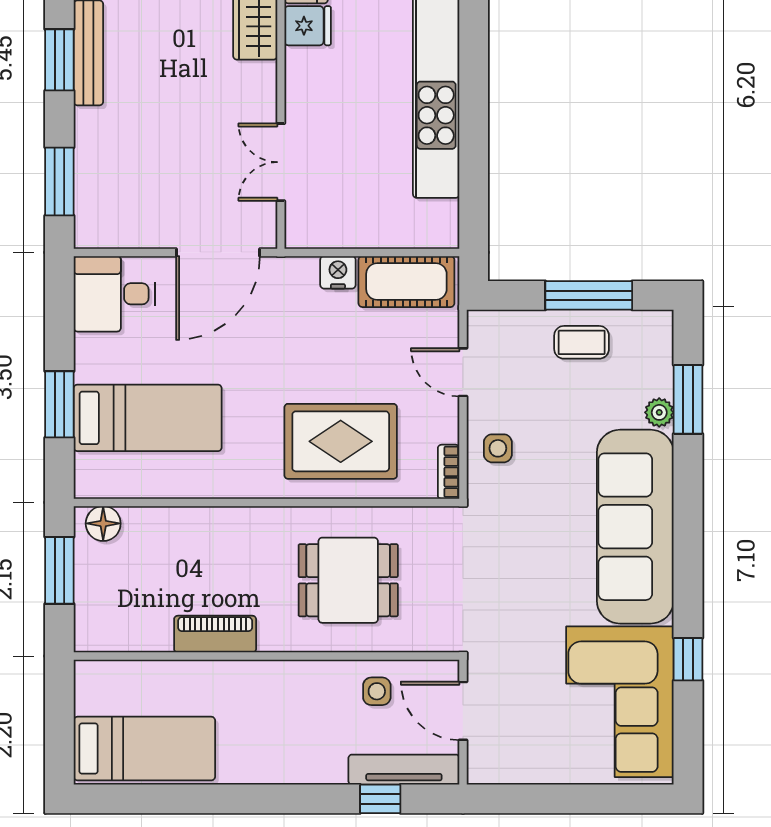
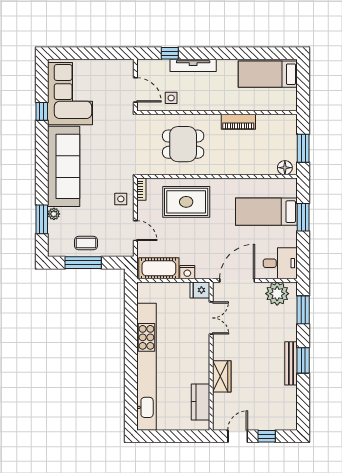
fridge: (308, 26) -> (200, 290), moved
plant: (122, 221) -> (277, 294), added
tv unit: (404, 770) -> (193, 65), moved

